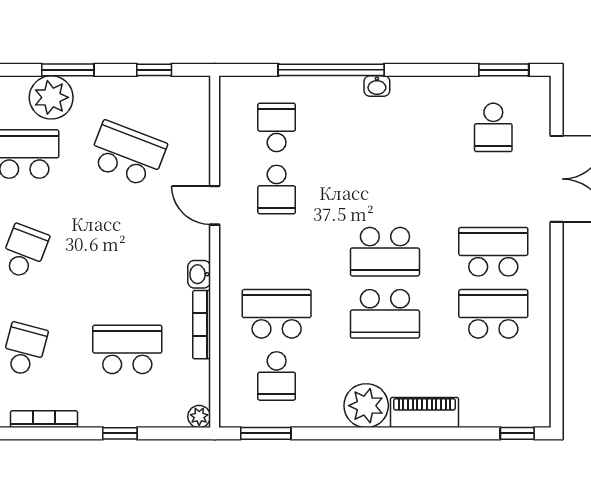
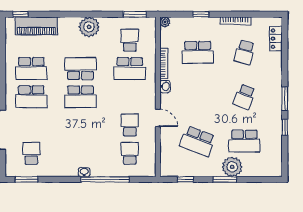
school desk: (277, 127) -> (130, 153), turned 180
school desk: (385, 252) -> (81, 97), turned 180
piano: (424, 413) -> (36, 26), moved, width x1.37, depth x1.33

